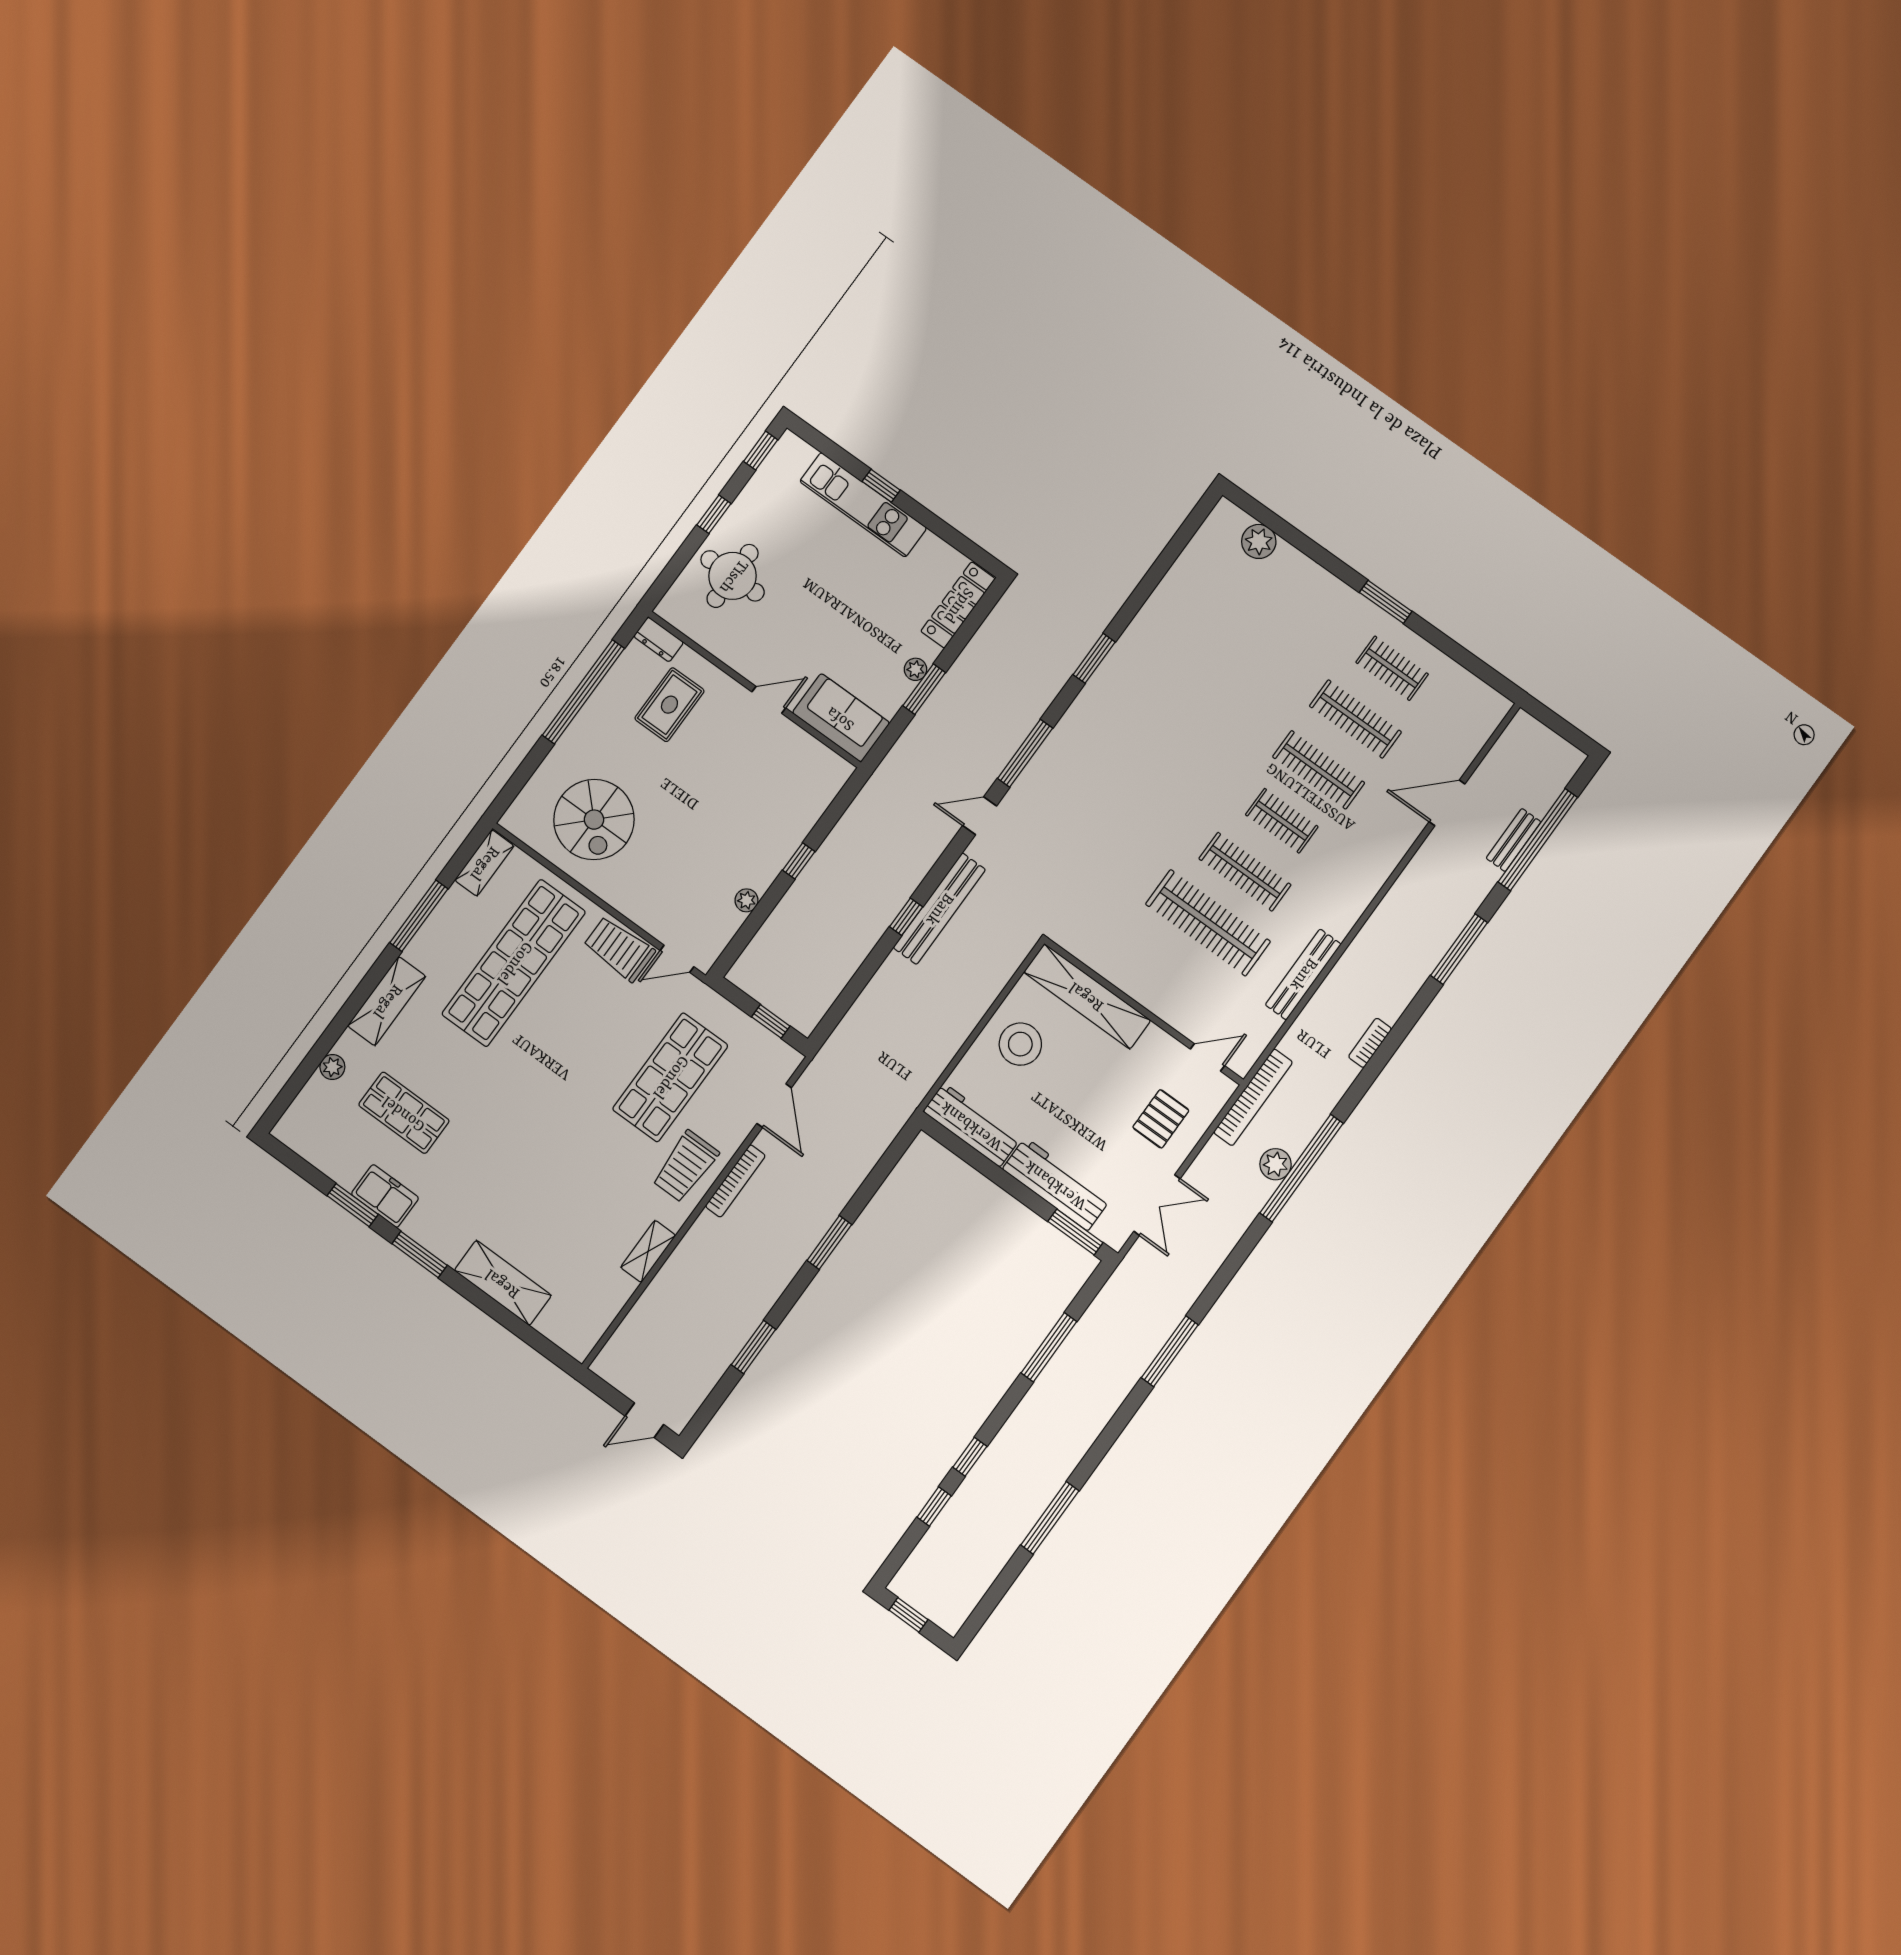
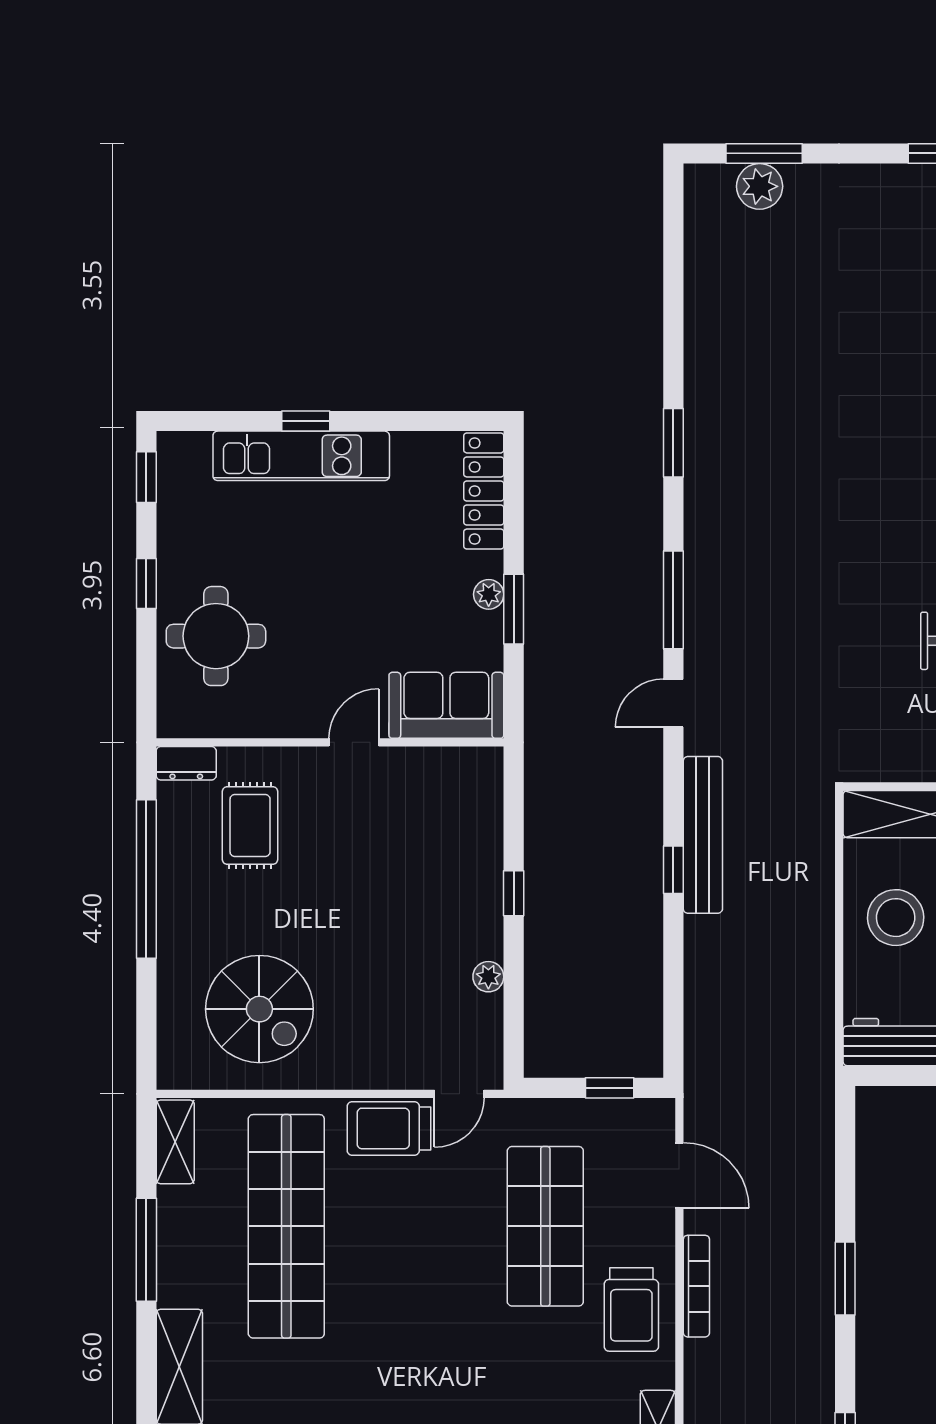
window: (1276, 524) -> (764, 153), added

